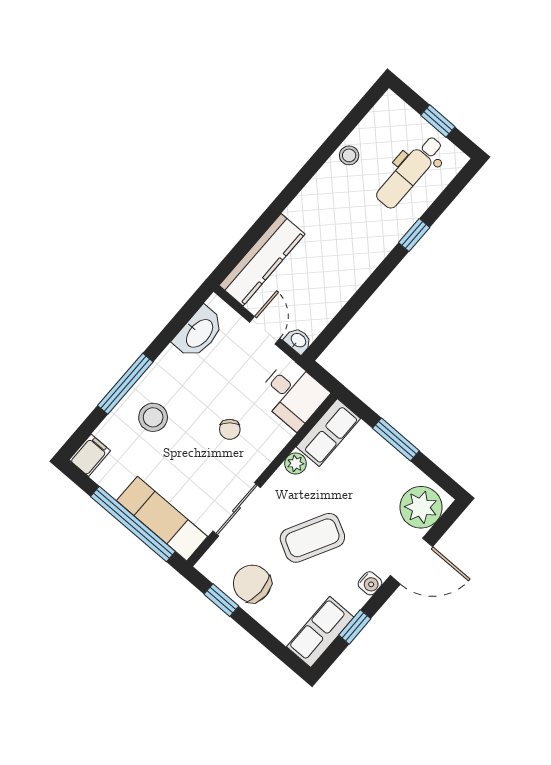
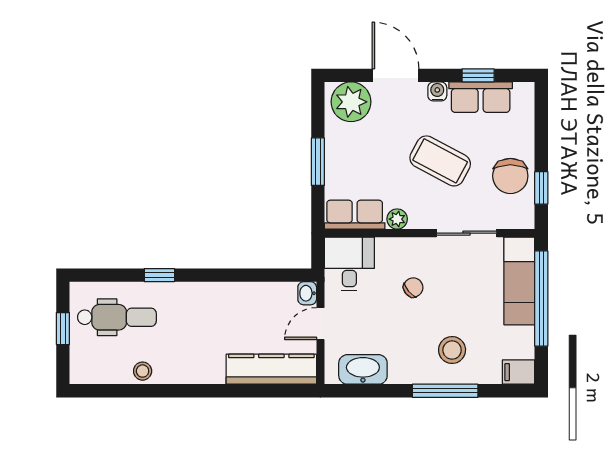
row of seats: (320, 632) -> (481, 97), moved

